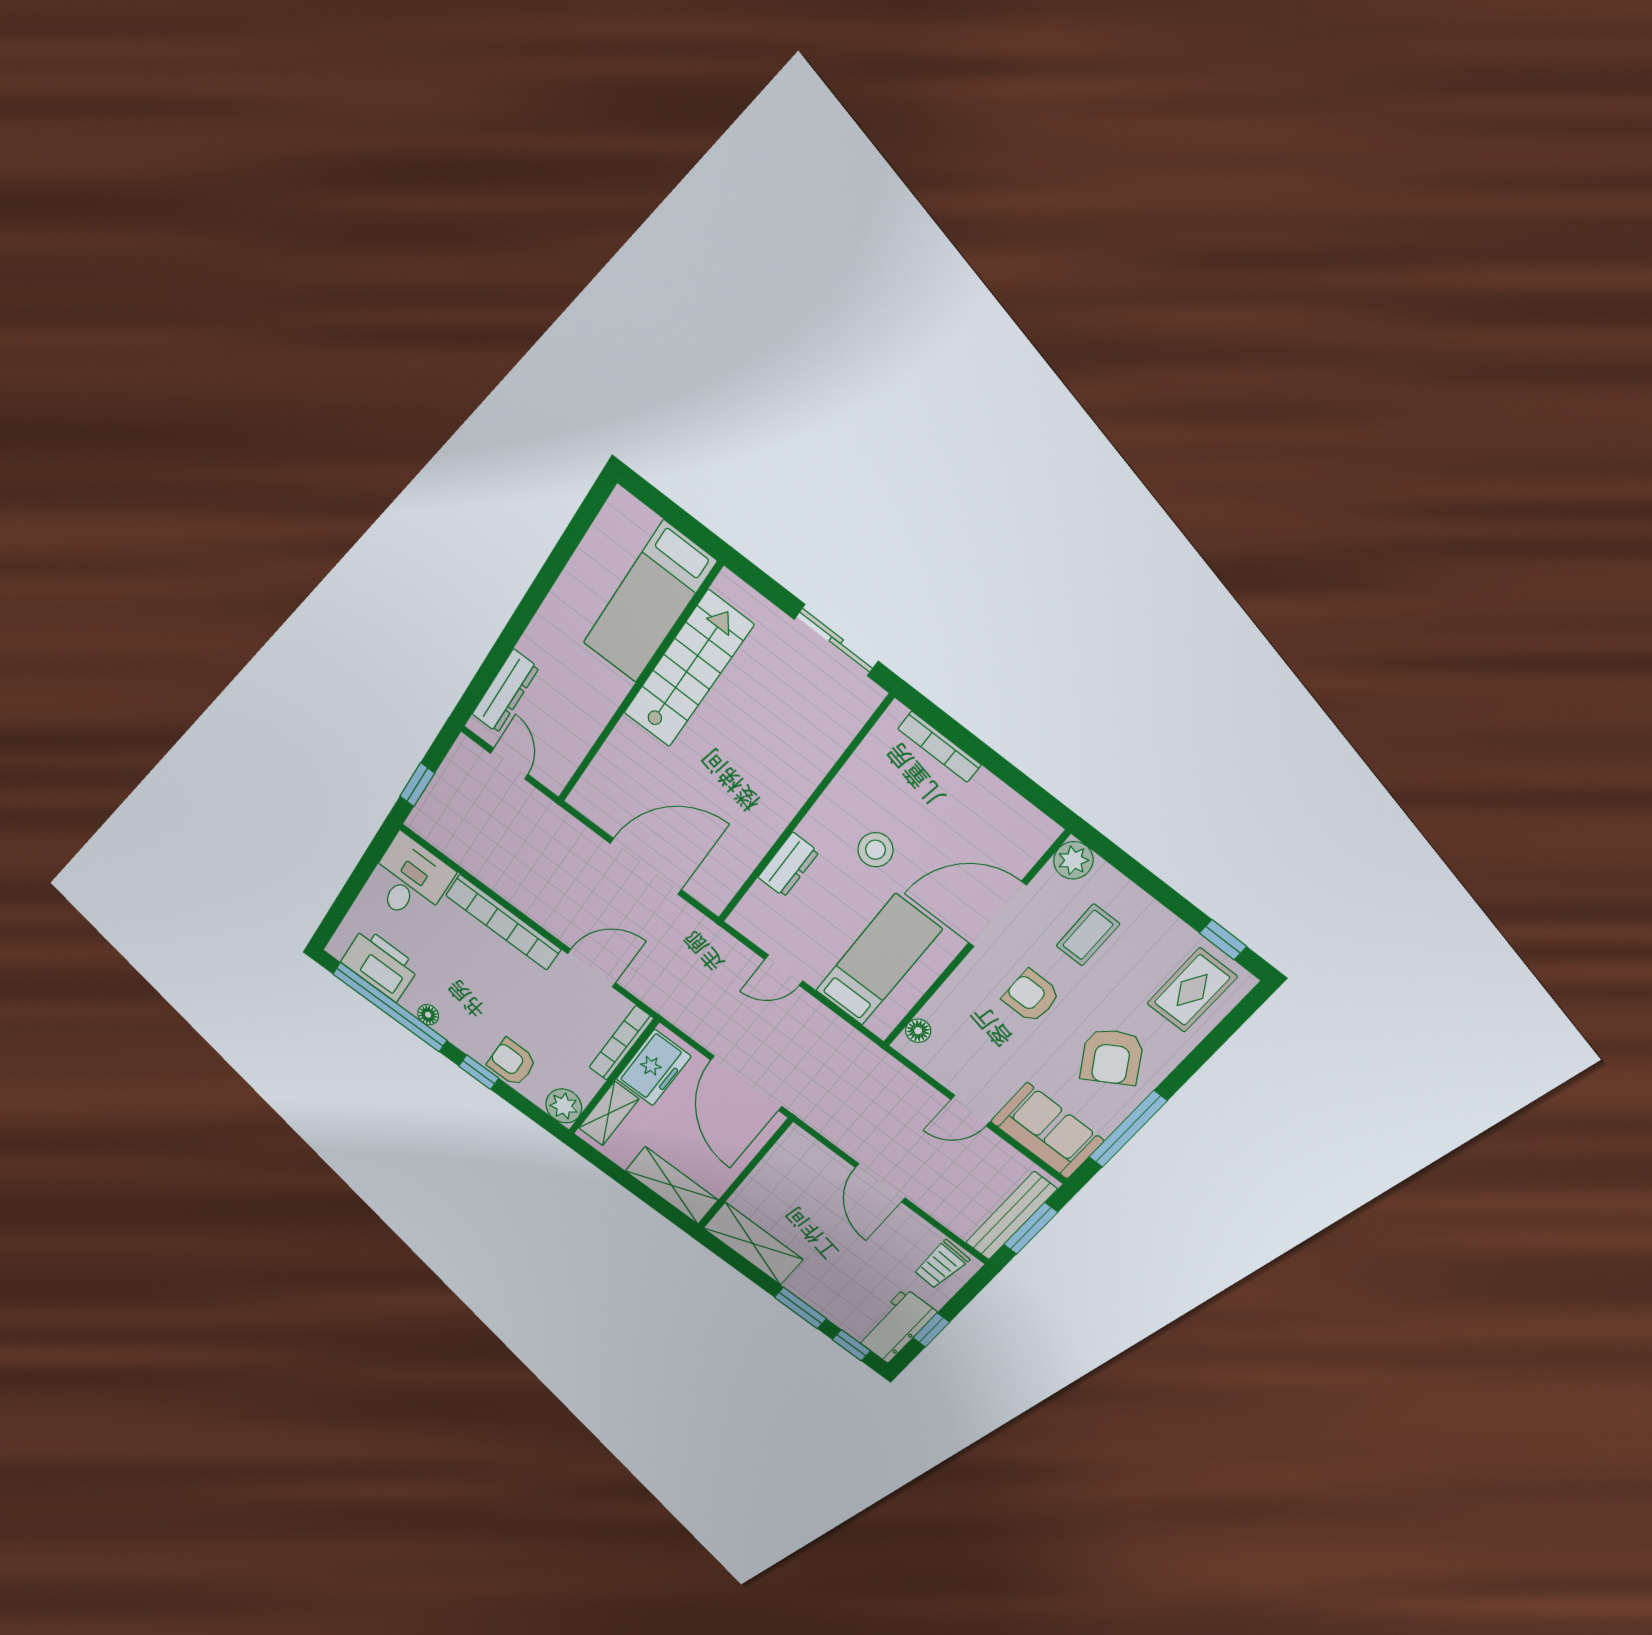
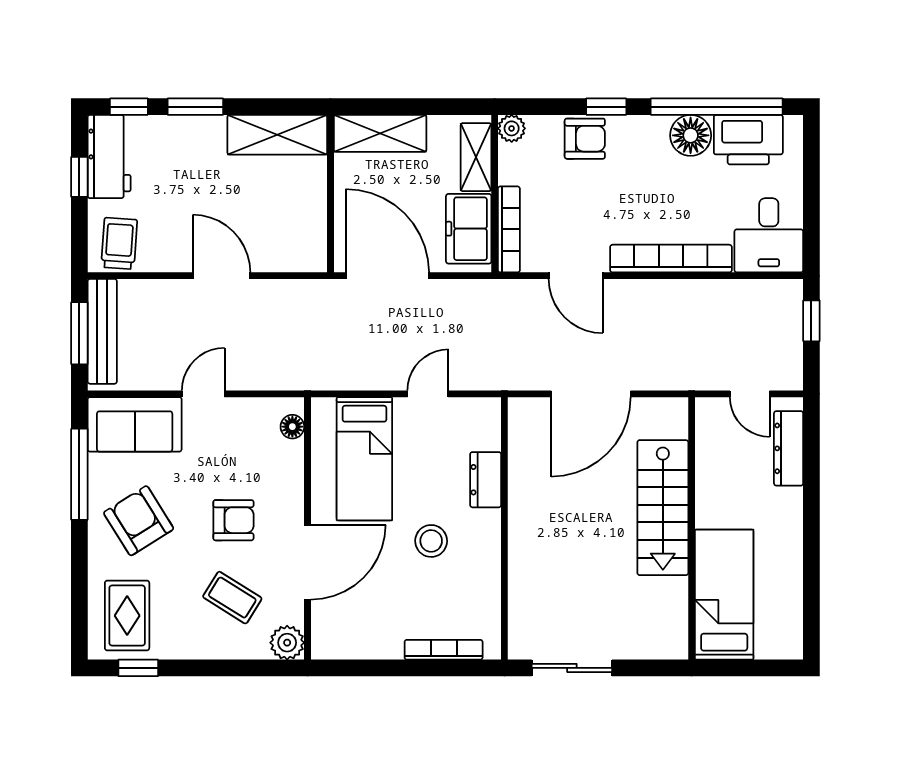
stairs: (688, 669) -> (663, 508), moved
coffee table: (1088, 935) -> (232, 598), turned -58
door: (592, 968) -> (576, 276), hinge flipped
floor lamp: (428, 1015) -> (691, 135), width x1.89, depth x1.89
plant: (564, 1106) -> (512, 128), width x0.73, depth x0.73

